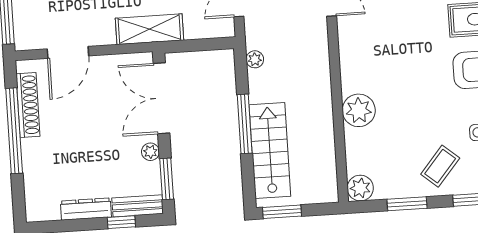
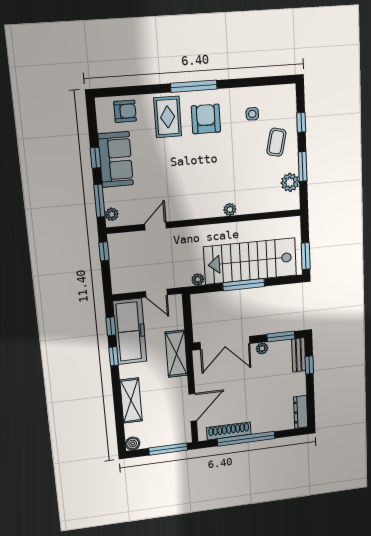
door: (68, 52) -> (193, 407), hinge flipped
plant: (359, 110) -> (230, 209), width x0.53, depth x0.53
stairs: (270, 150) -> (250, 261), width x1.36, depth x1.51
coffee table: (440, 166) -> (276, 142), turned 63
plant: (360, 188) -> (290, 182), moved
dresser: (86, 209) -> (301, 412), moved

